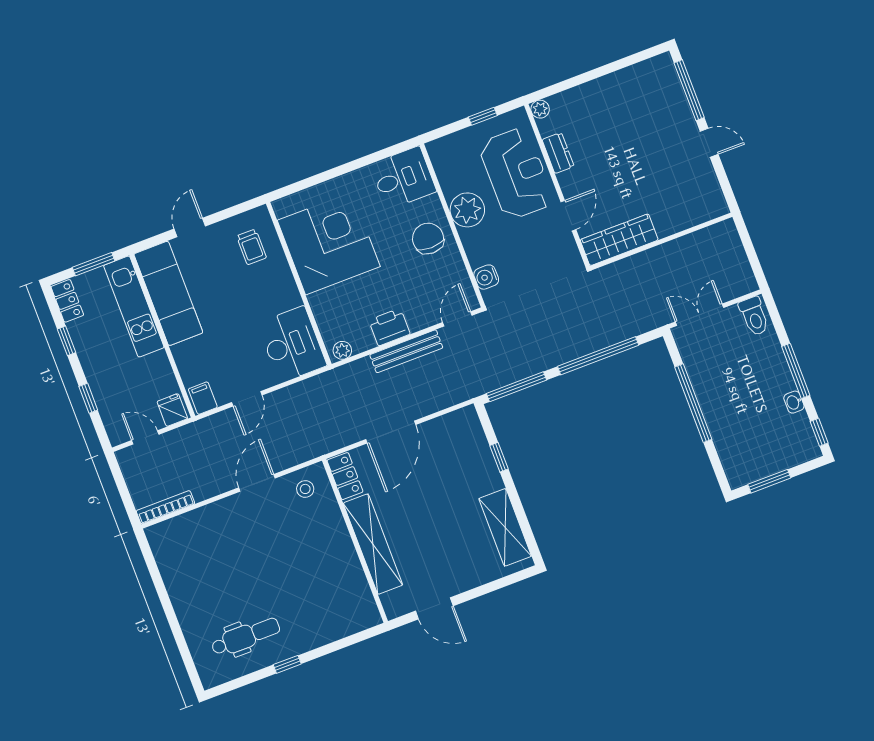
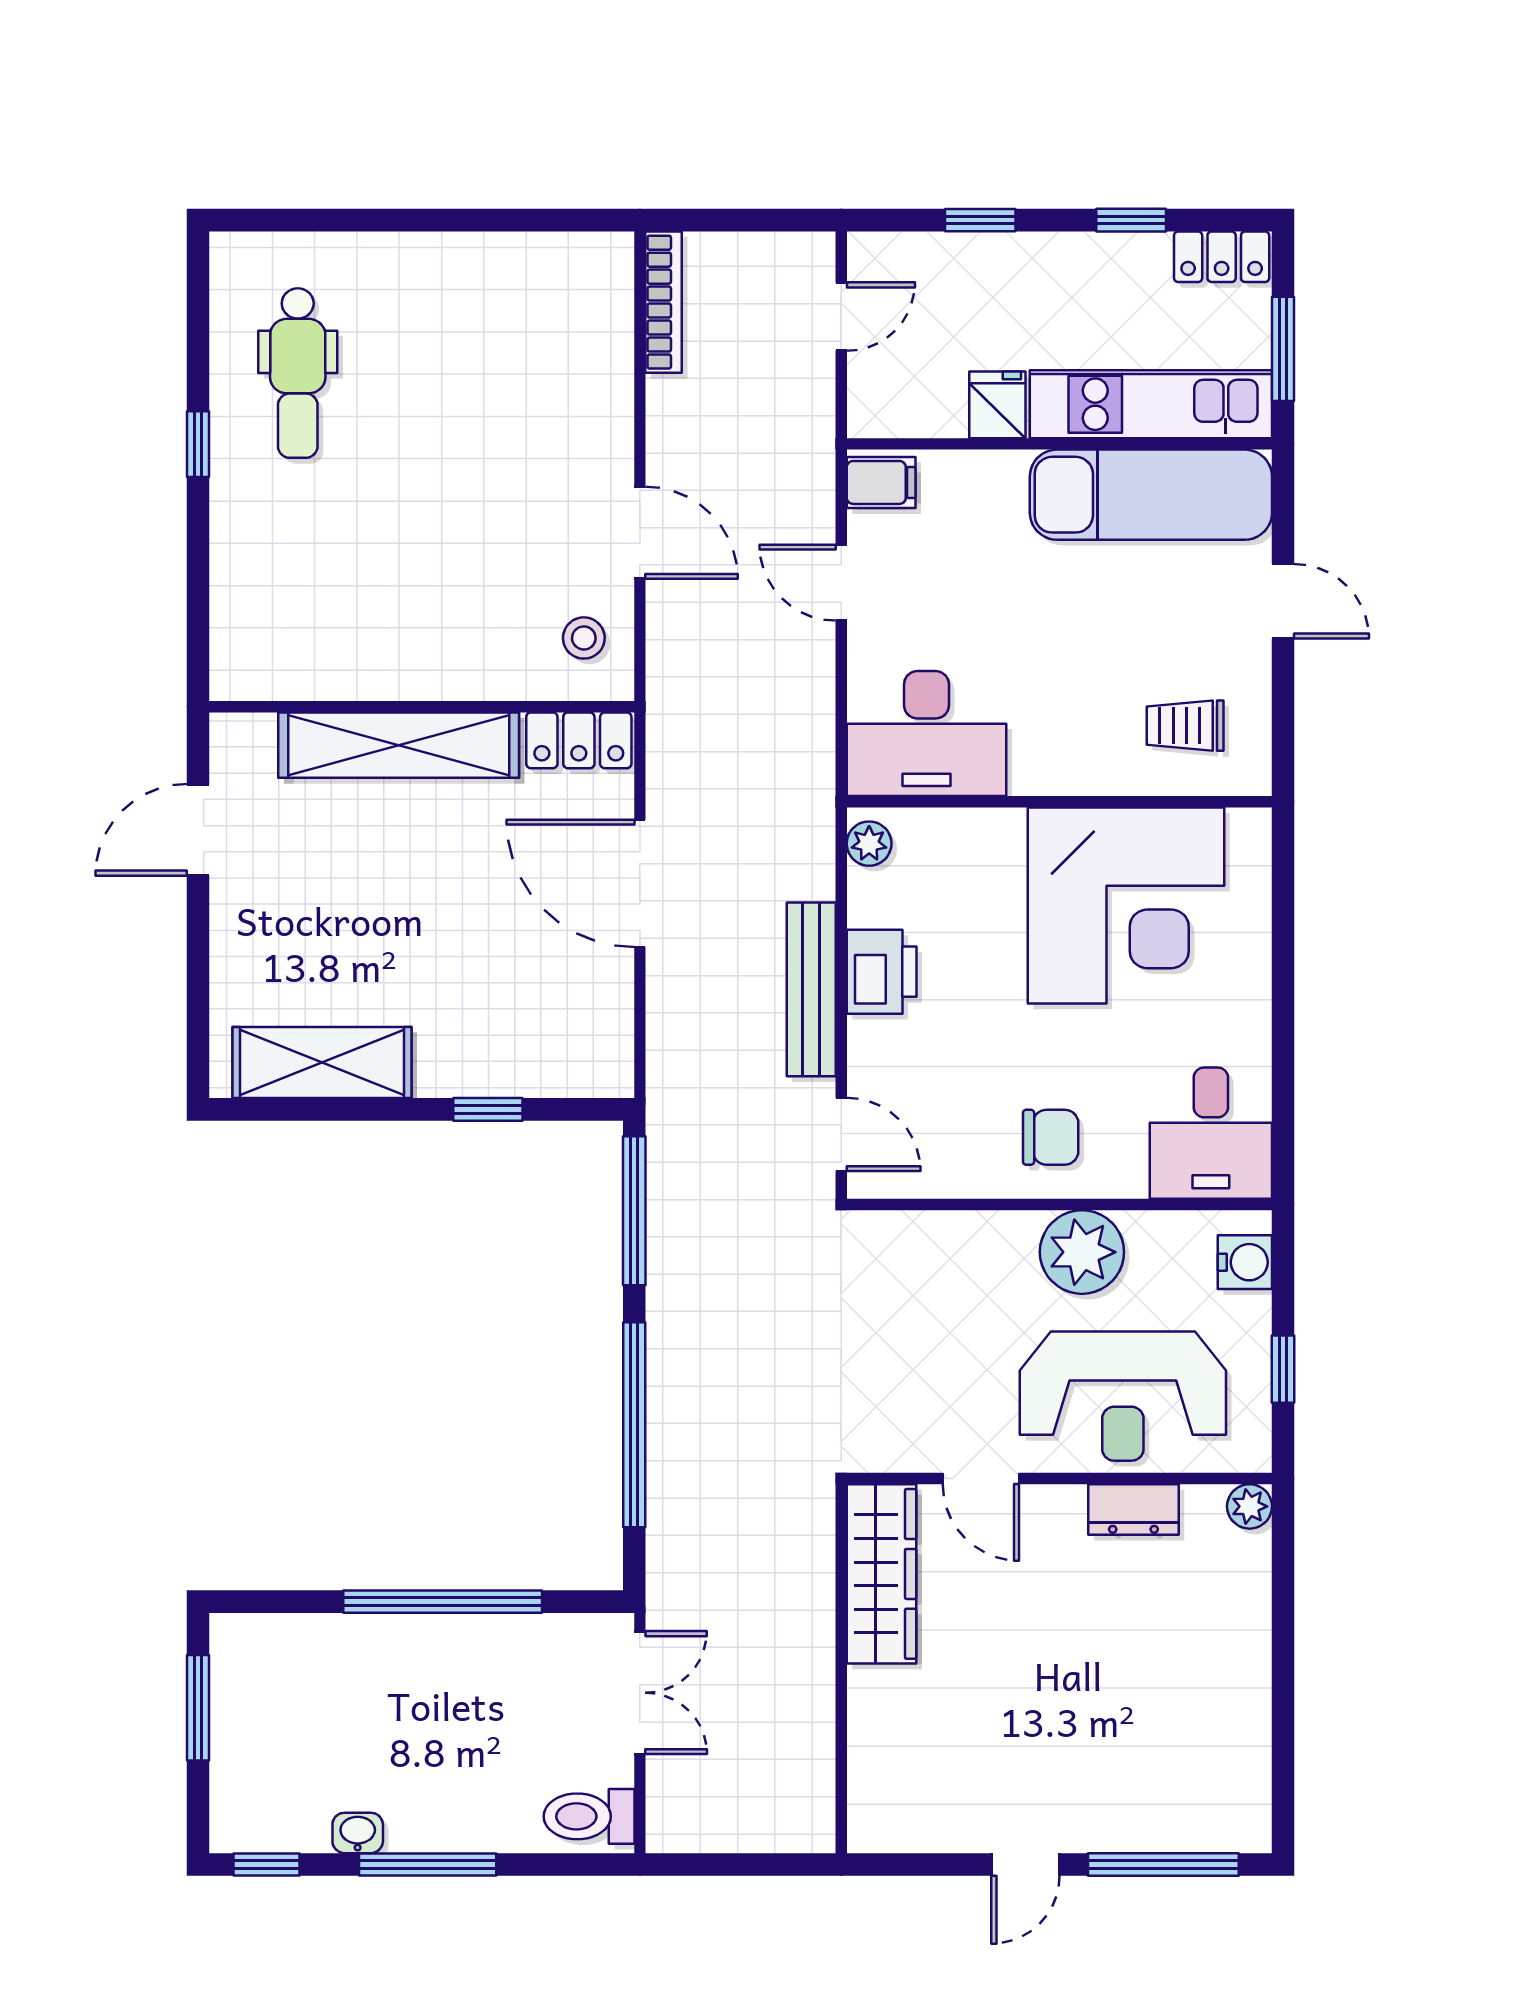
chair: (428, 239) -> (1051, 1137), width x0.73, depth x0.73
water cooler: (486, 277) -> (1245, 1262), moved, turned 90
fridge: (172, 410) -> (997, 405), moved, turned -90

